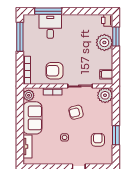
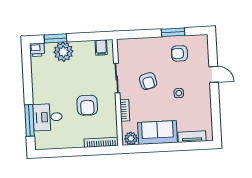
window: (20, 37) -> (62, 153), removed
armchair: (55, 71) -> (87, 105), moved
plant: (105, 95) -> (126, 48), removed

